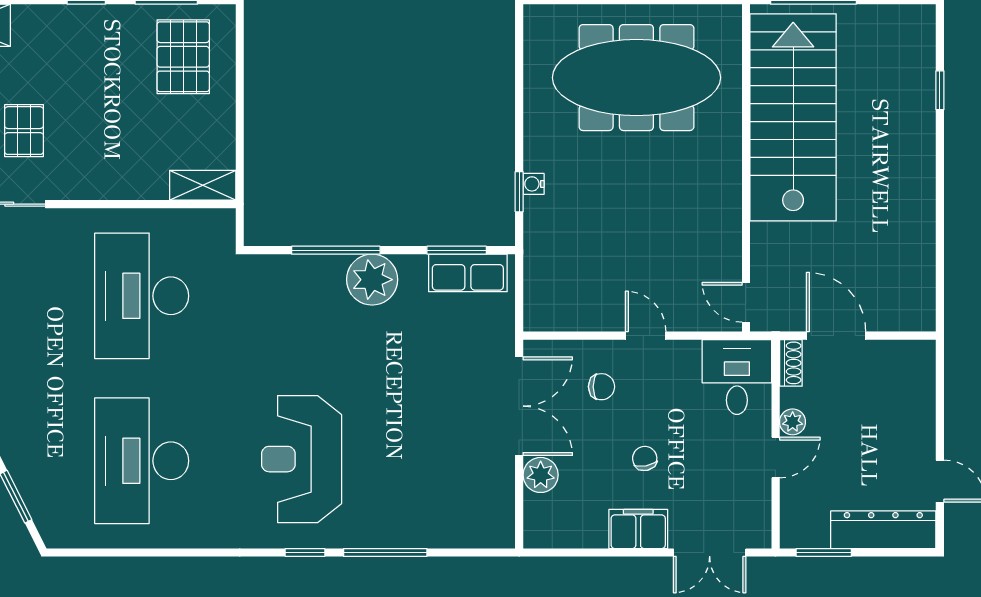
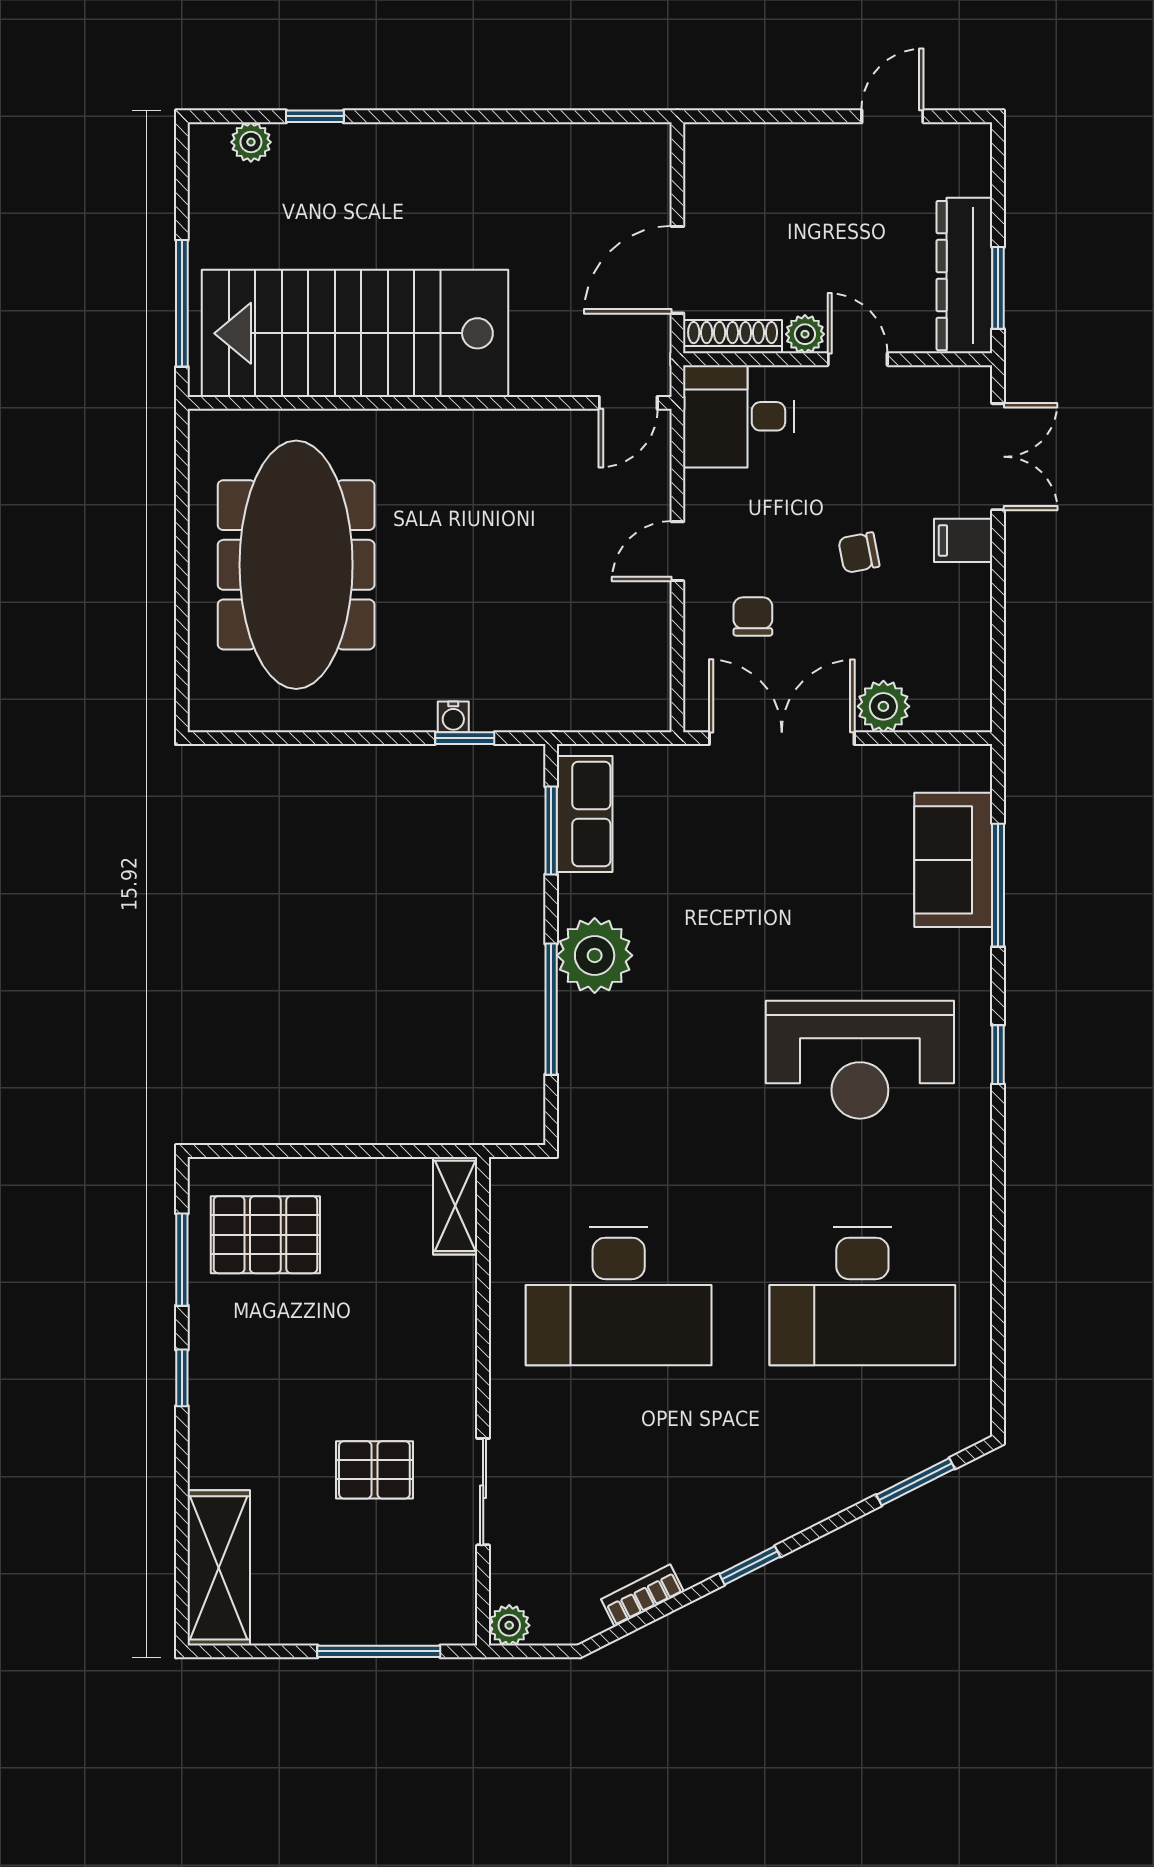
plant: (923, 47) -> (251, 142), added
shoe rack: (791, 363) -> (733, 337), width x1.43
sofa: (437, 522) -> (953, 860), added
filing cabinet: (638, 529) -> (963, 540), width x0.50
dresser: (883, 530) -> (964, 276), moved
window: (385, 553) -> (998, 885), moved

